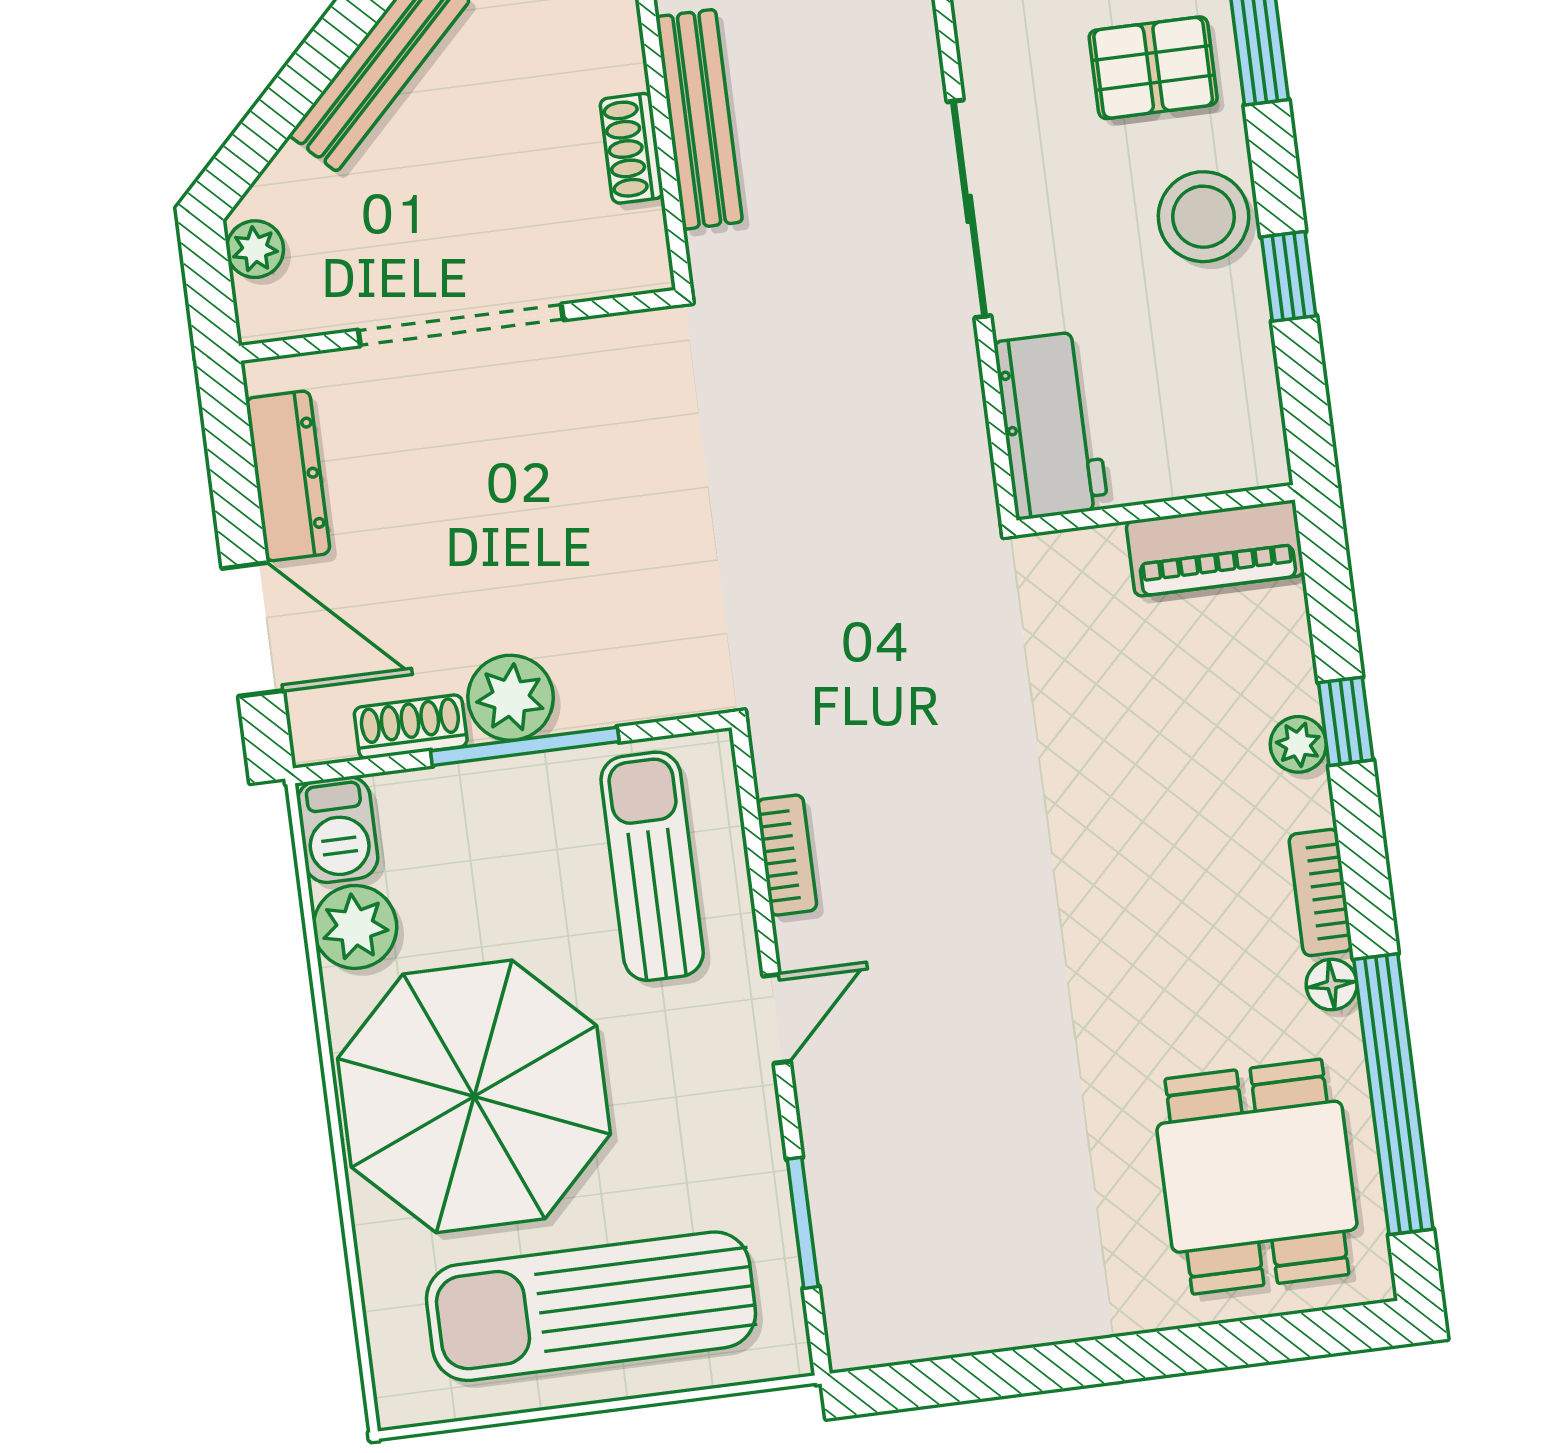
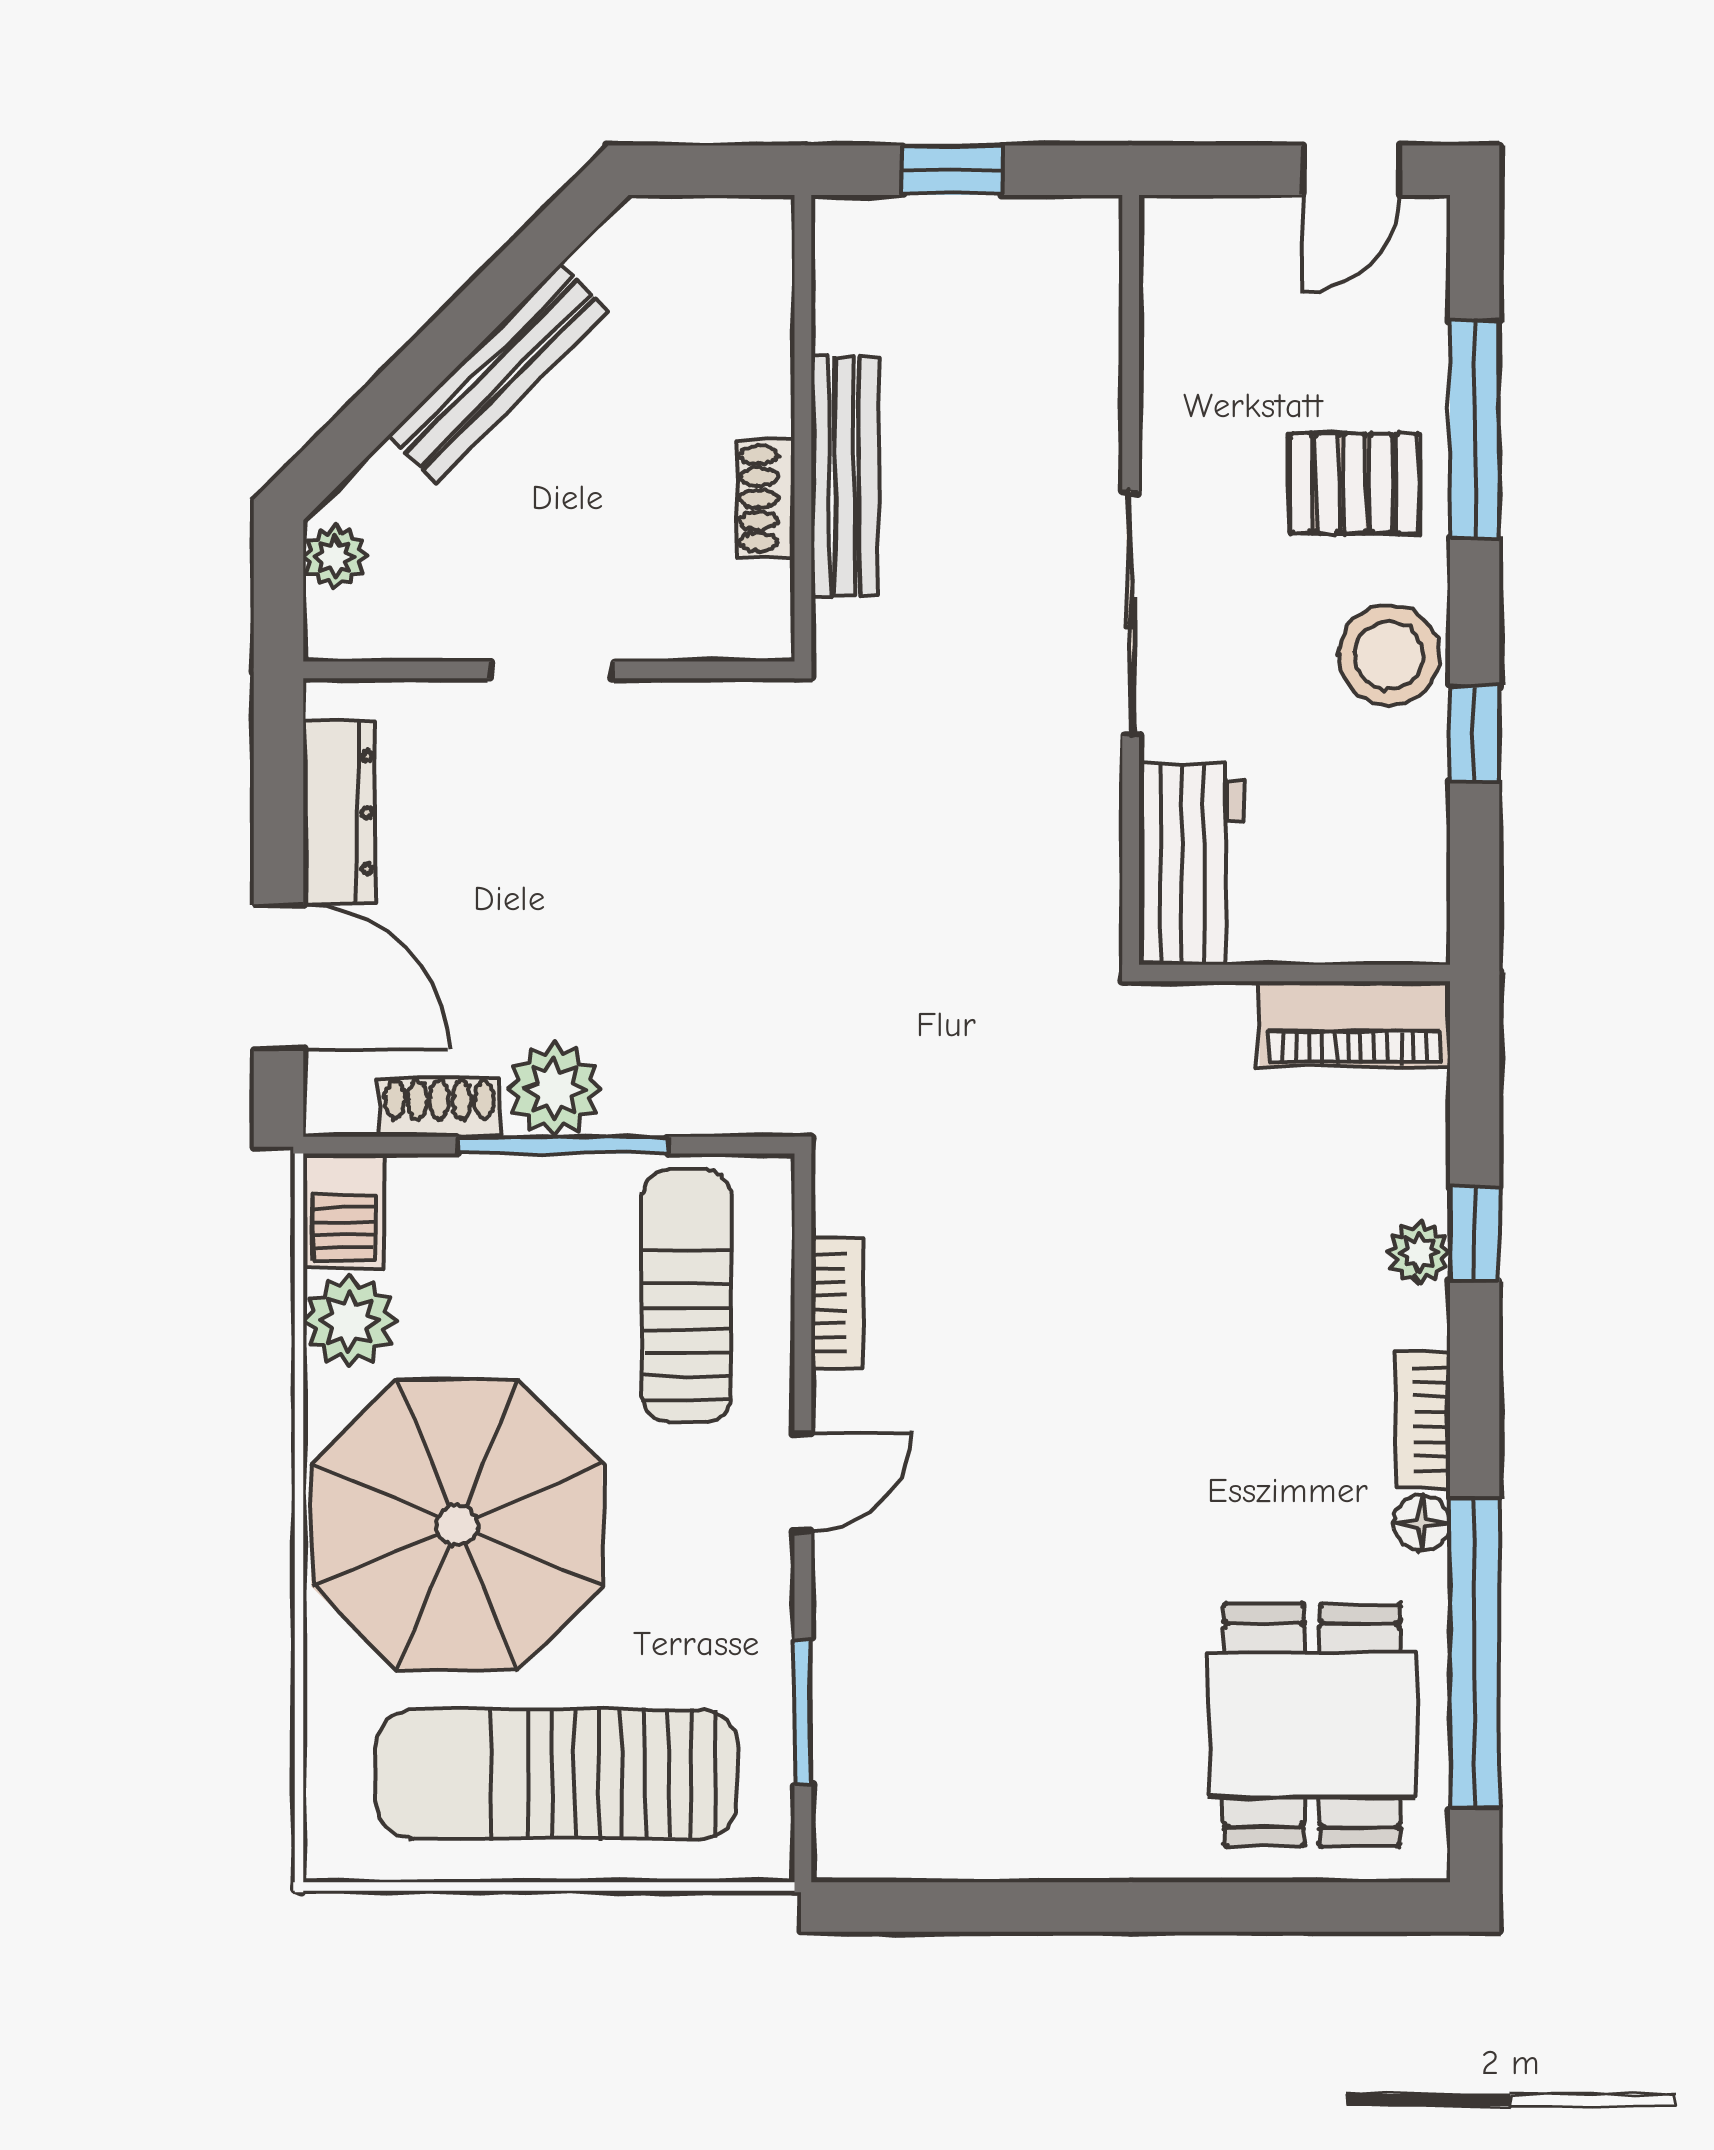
doorway: (461, 325) -> (552, 670), width x0.53

